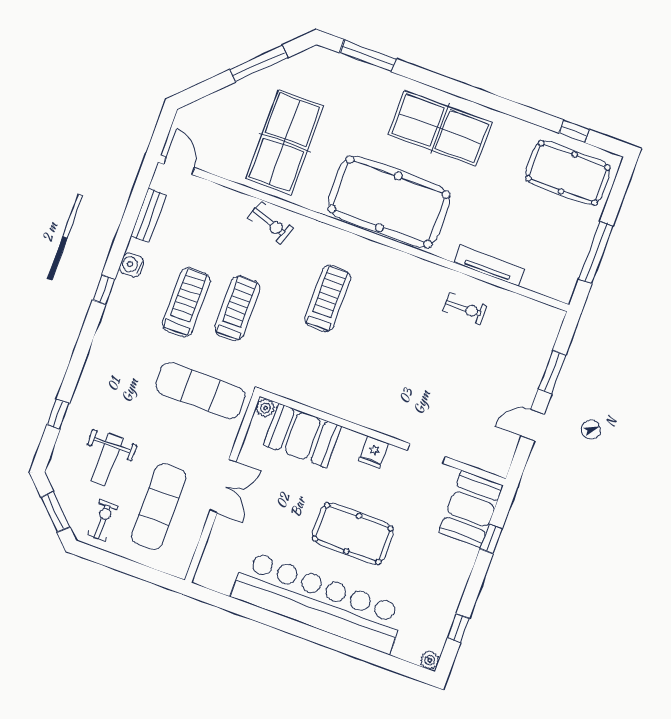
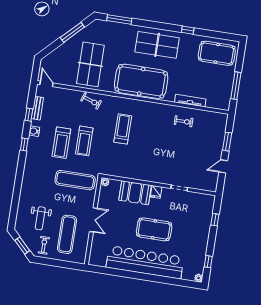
window: (574, 131) -> (188, 30), moved
treadmill: (186, 302) -> (61, 143), turned 180
treadmill: (237, 308) -> (84, 141), turned 180
window: (58, 414) -> (29, 115), moved
booth: (303, 436) -> (135, 193), moved
booth: (471, 509) -> (204, 208), removed

